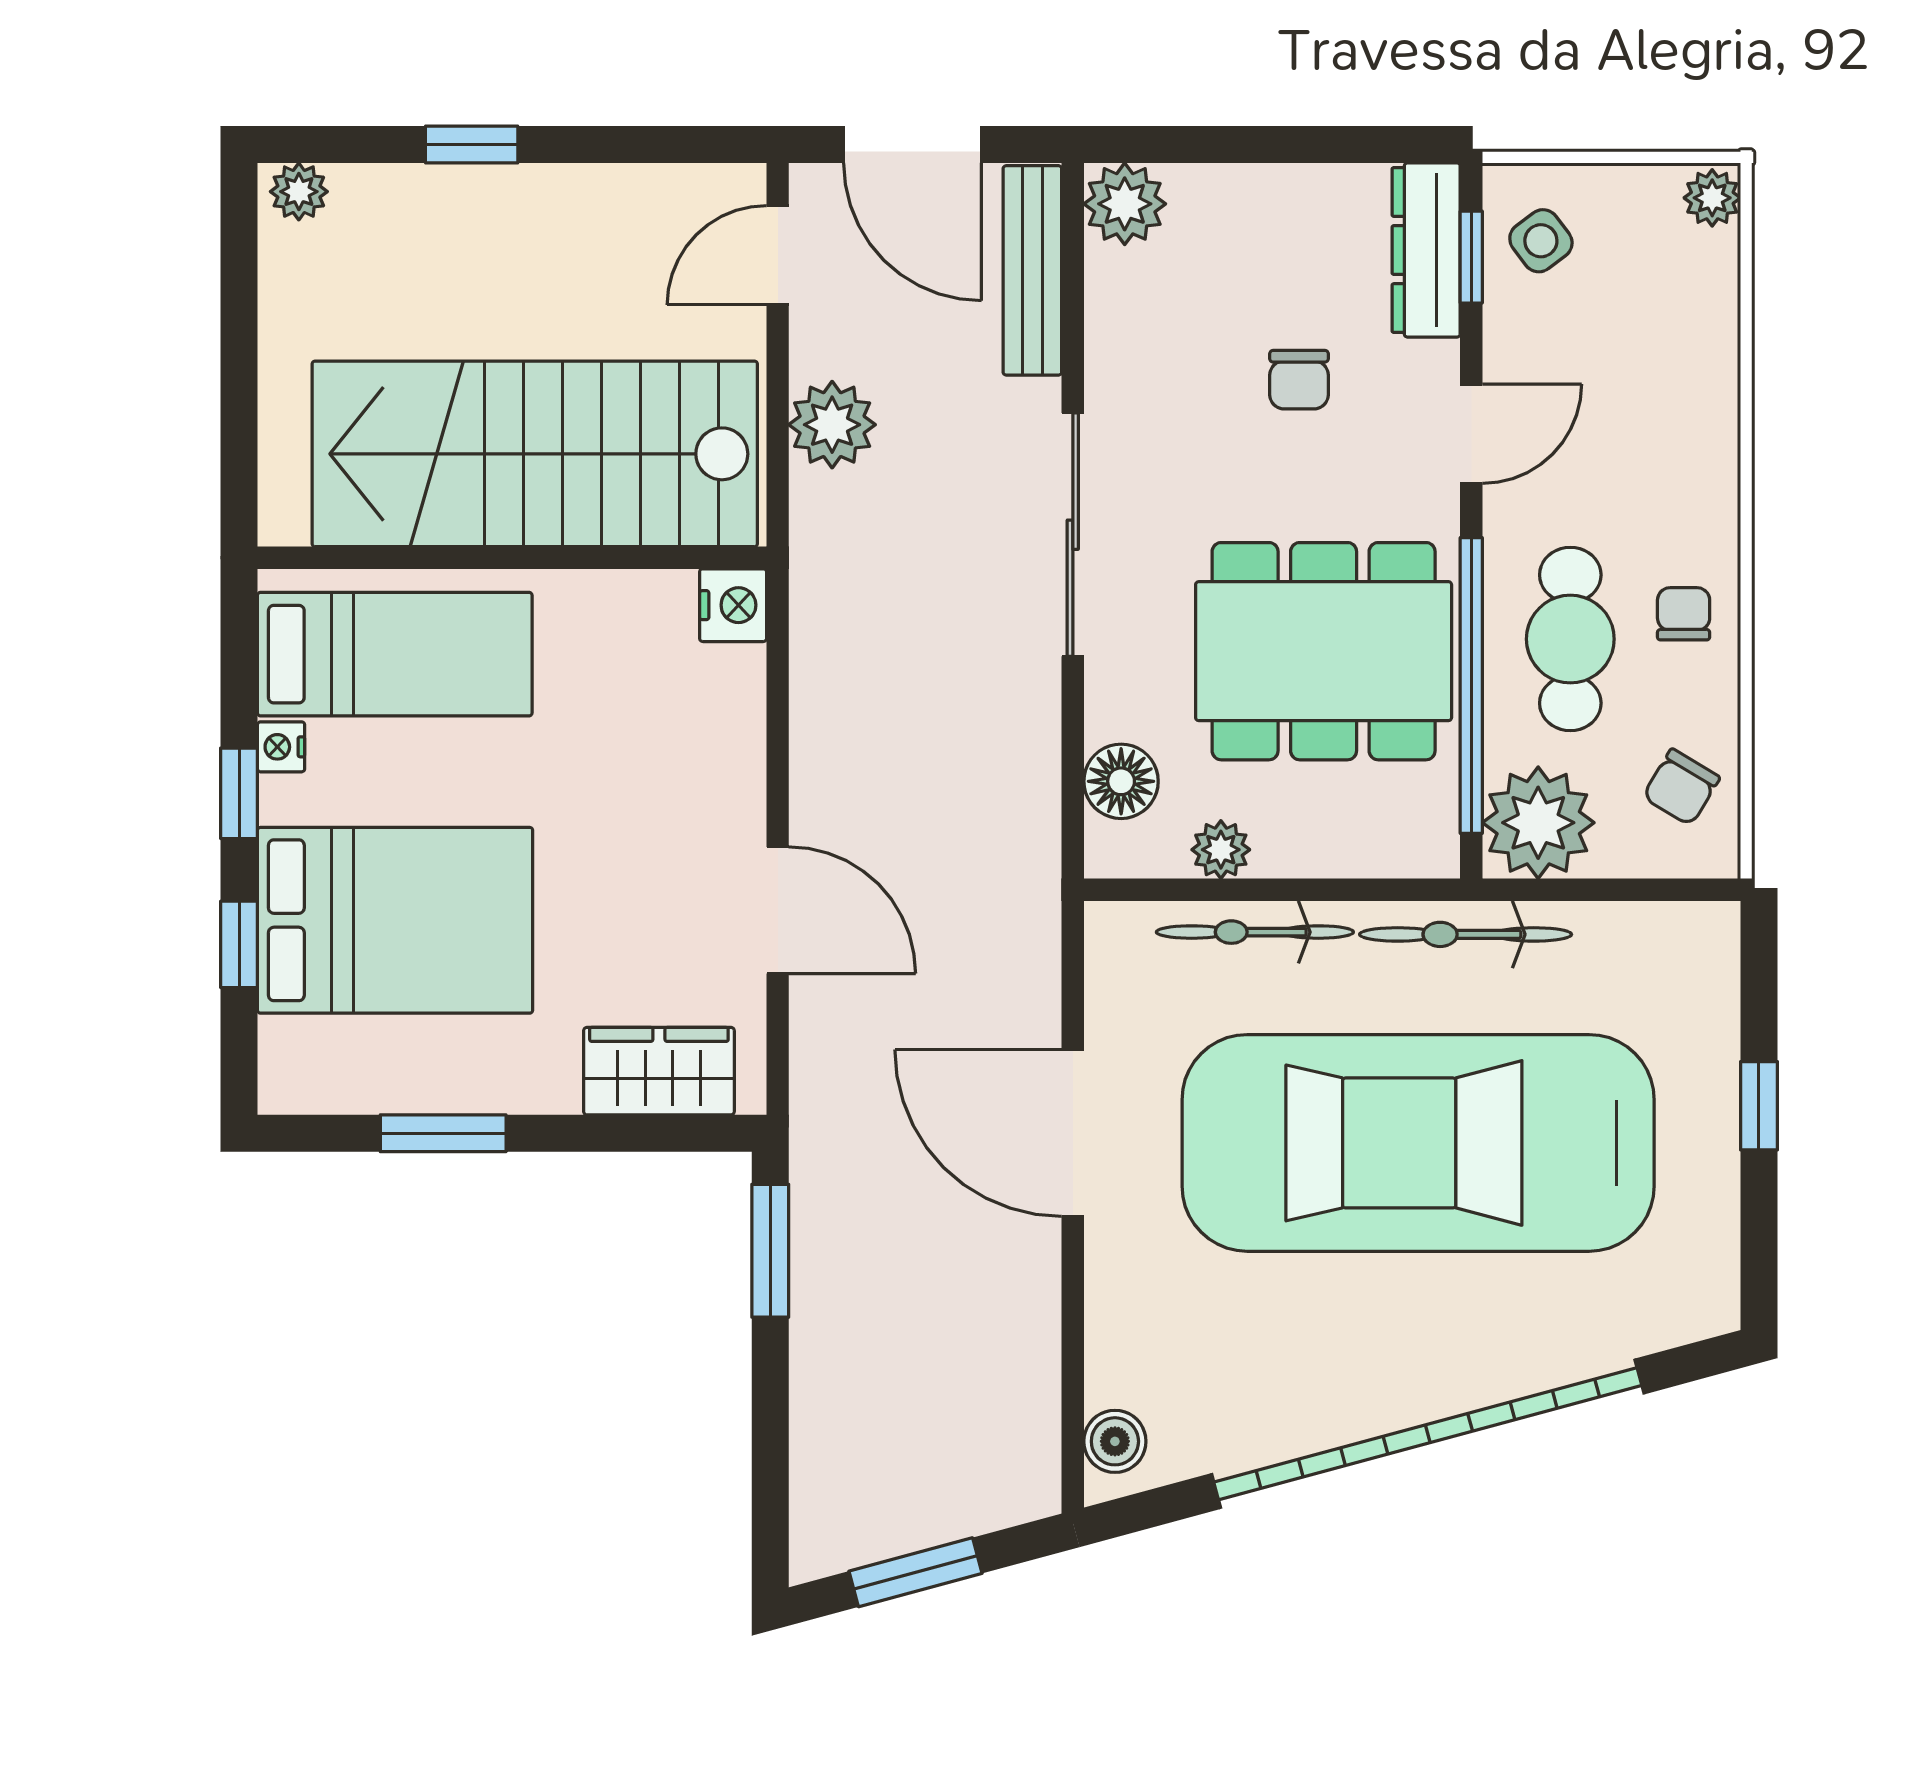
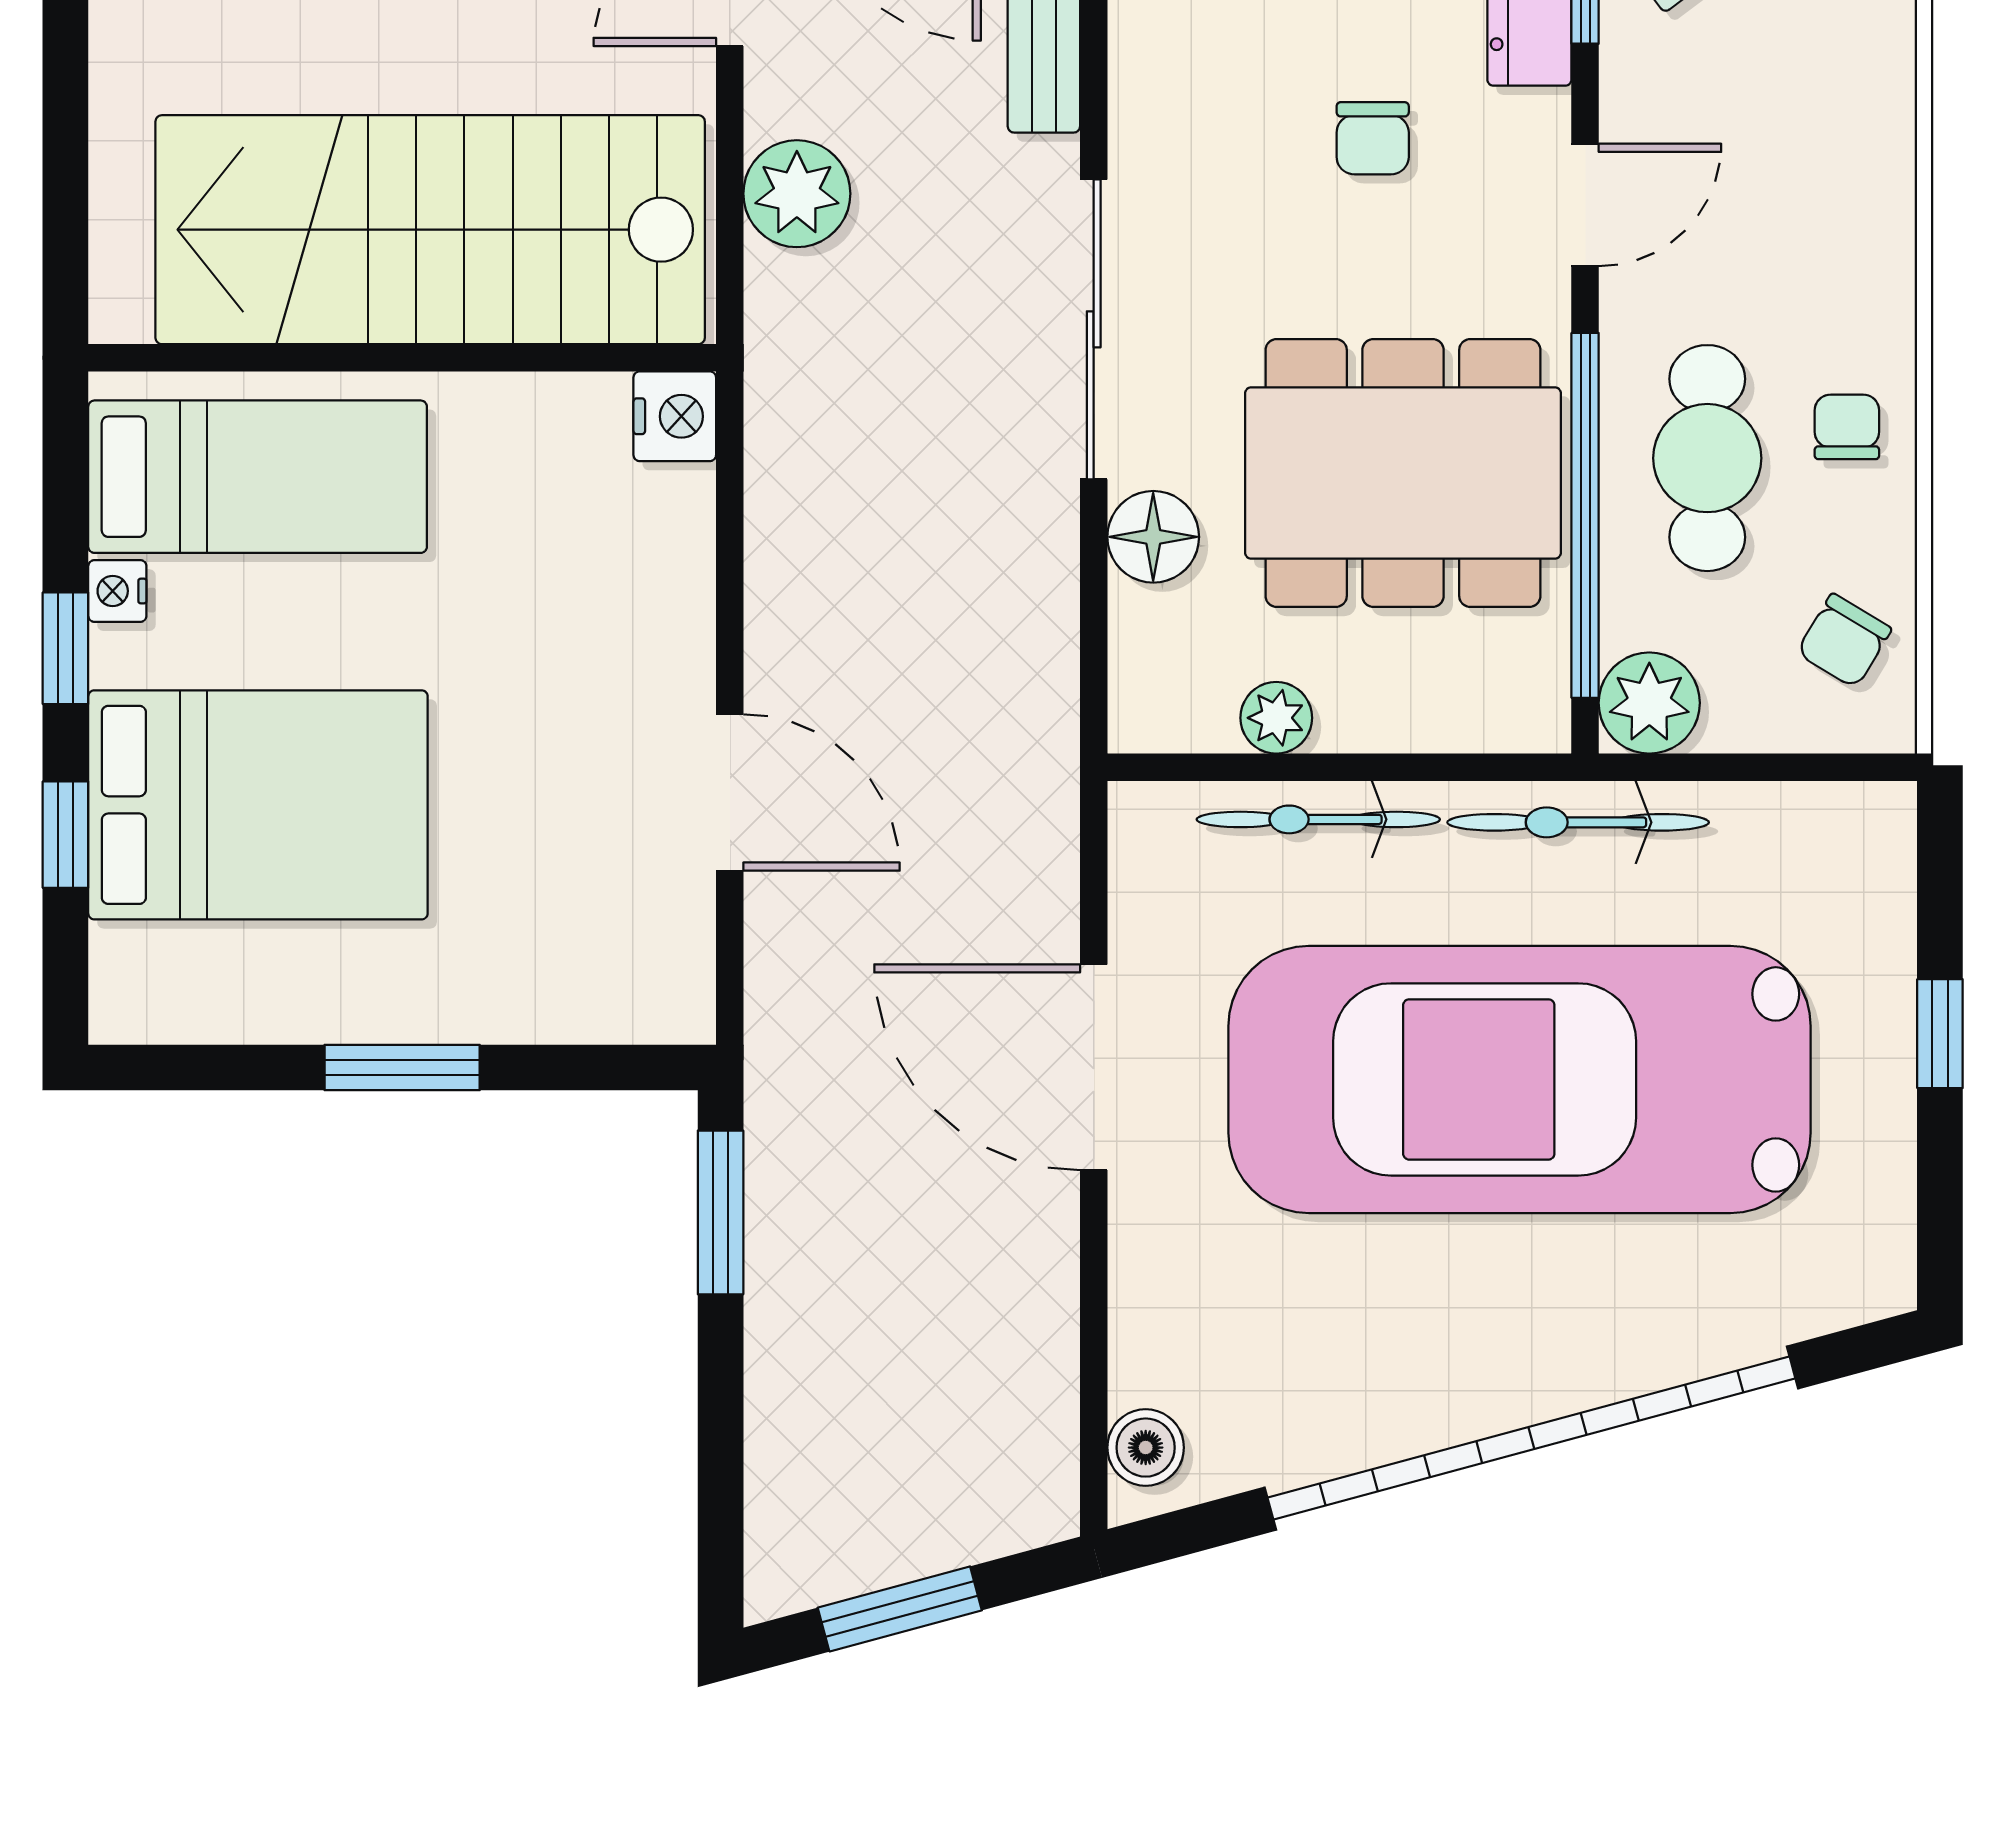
floor lamp: (1121, 781) -> (1153, 537), moved
plant: (1538, 823) -> (1649, 703), width x0.73, depth x0.73
wardrobe: (659, 1071) -> (583, 991), removed
window: (443, 1133) -> (402, 1068), moved

